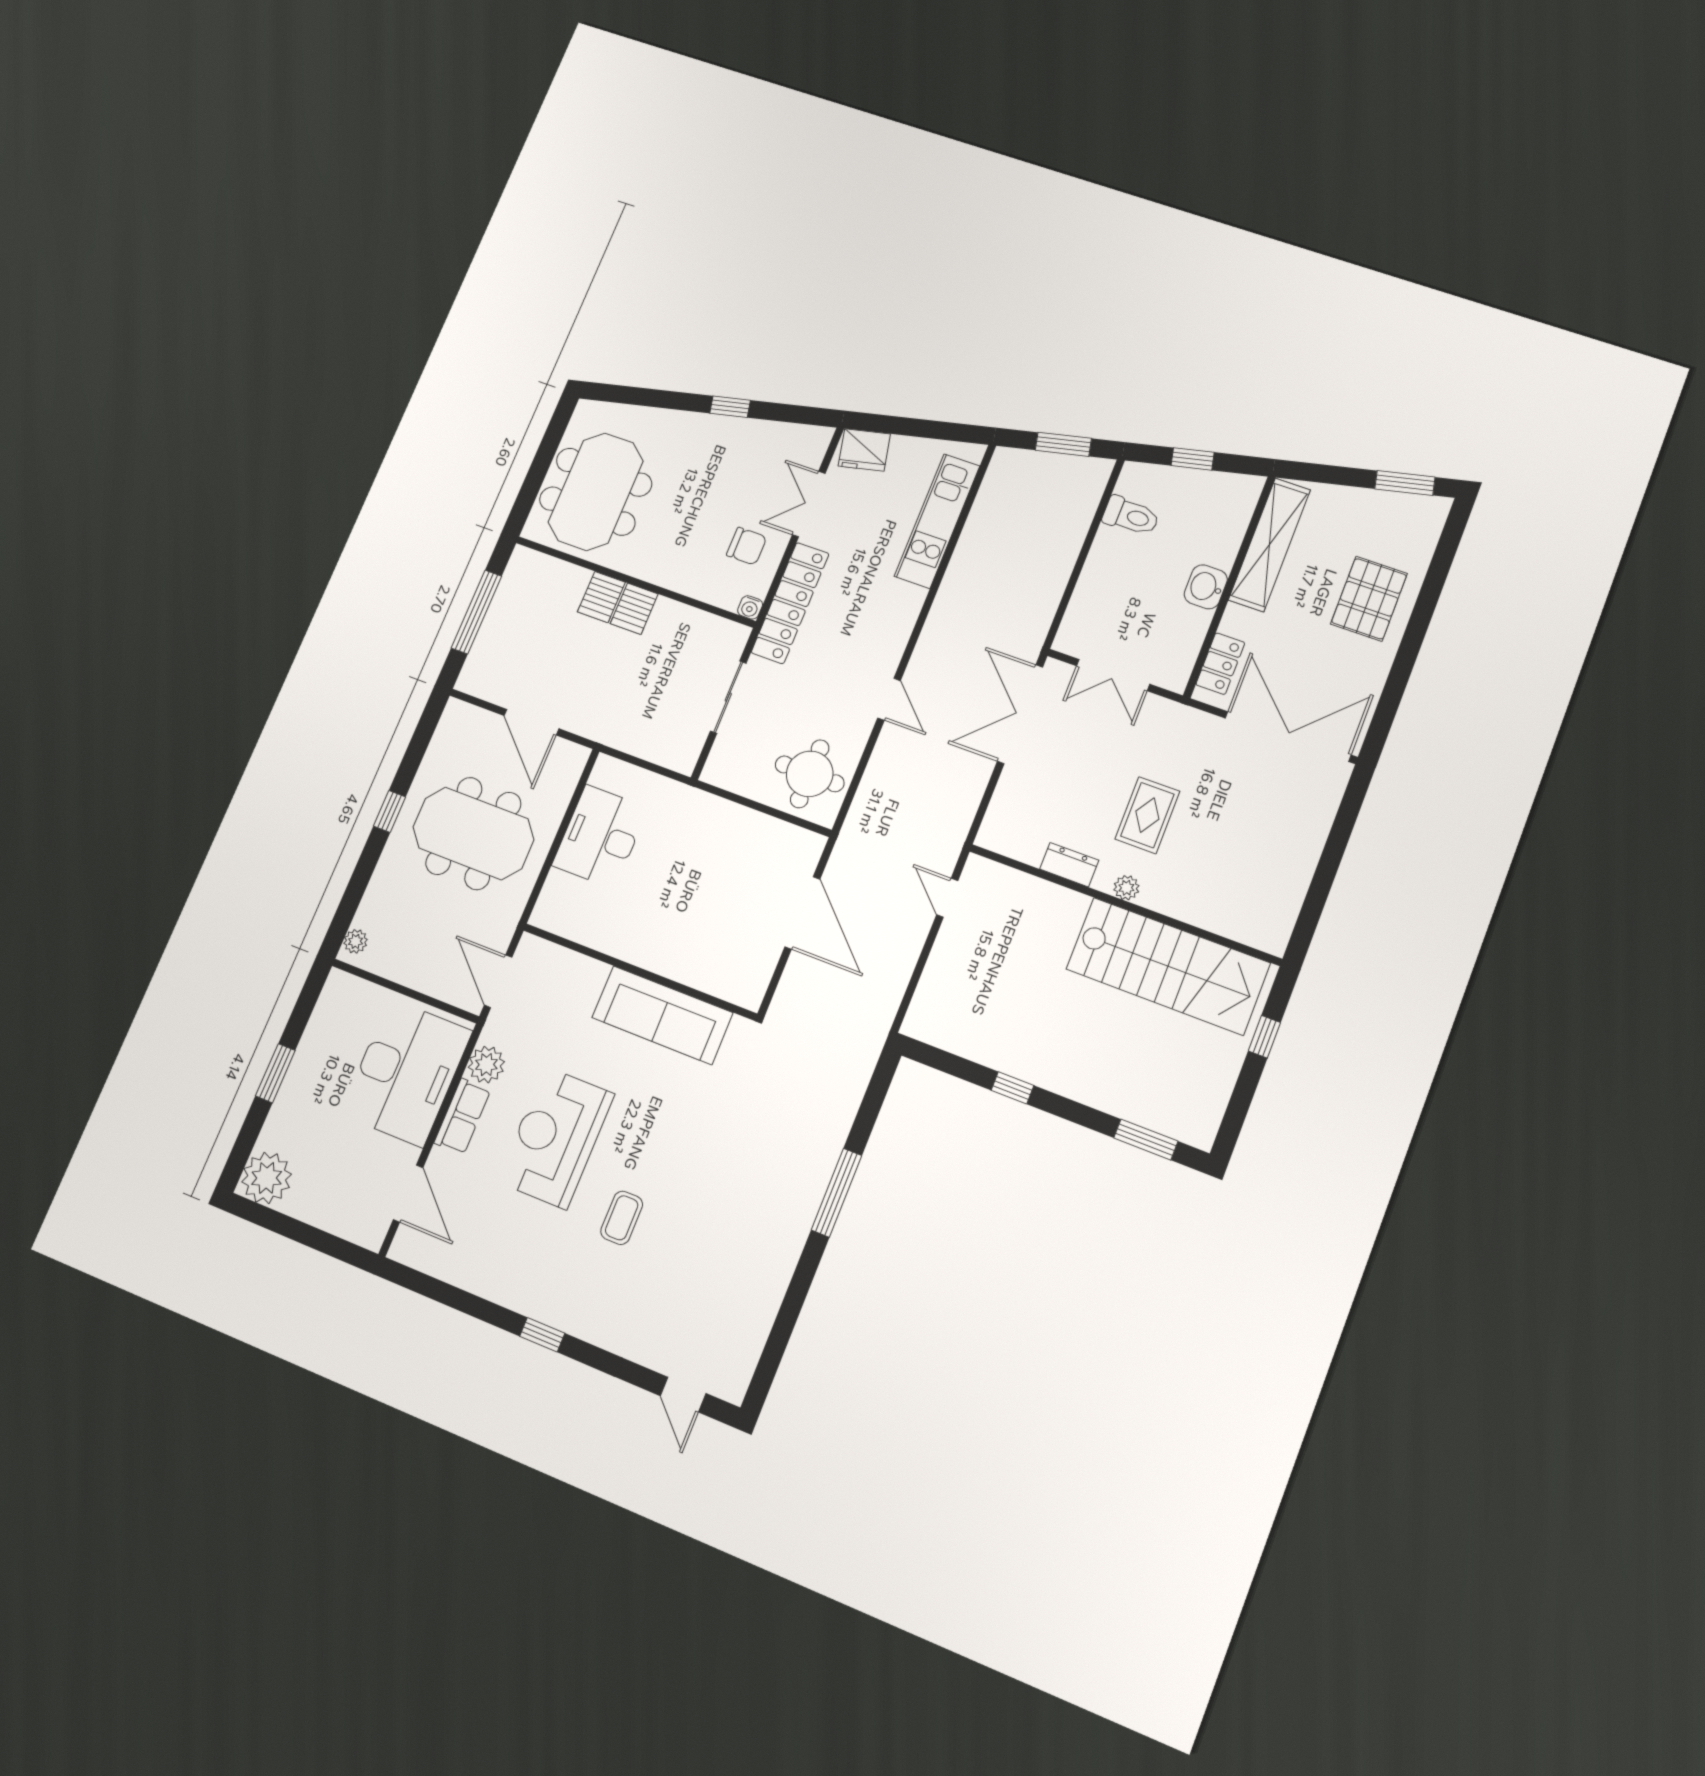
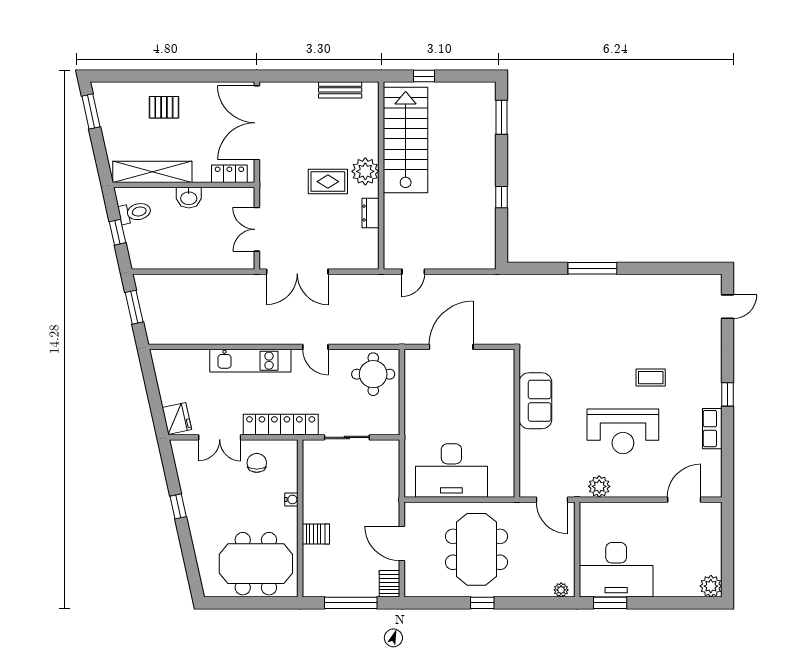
toilet: (1131, 516) -> (135, 212), moved, turned 78
kitchen unit: (937, 521) -> (250, 361), moved
pallet: (1369, 599) -> (164, 107), width x0.67, depth x0.71
water cooler: (750, 607) -> (291, 499), moved
server rack: (634, 609) -> (390, 584), moved, turned -90
double door: (1113, 675) -> (257, 229), swing flipped
door: (889, 699) -> (315, 347), swing flipped
door: (531, 722) -> (402, 543), swing flipped
desk: (600, 837) -> (451, 470), width x1.36, depth x1.30
plant: (1126, 888) -> (365, 171), width x1.88, depth x1.88
bench: (1292, 890) -> (340, 90), added
door: (498, 981) -> (552, 500), hinge flipped
sofa: (662, 1015) -> (535, 401), width x0.73
desk: (406, 1072) -> (616, 570), moved, turned 180
window: (275, 1073) -> (610, 603), moved
row of seats: (462, 1116) -> (712, 429), moved, turned -90
plant: (267, 1178) -> (711, 586), width x0.73, depth x0.73

